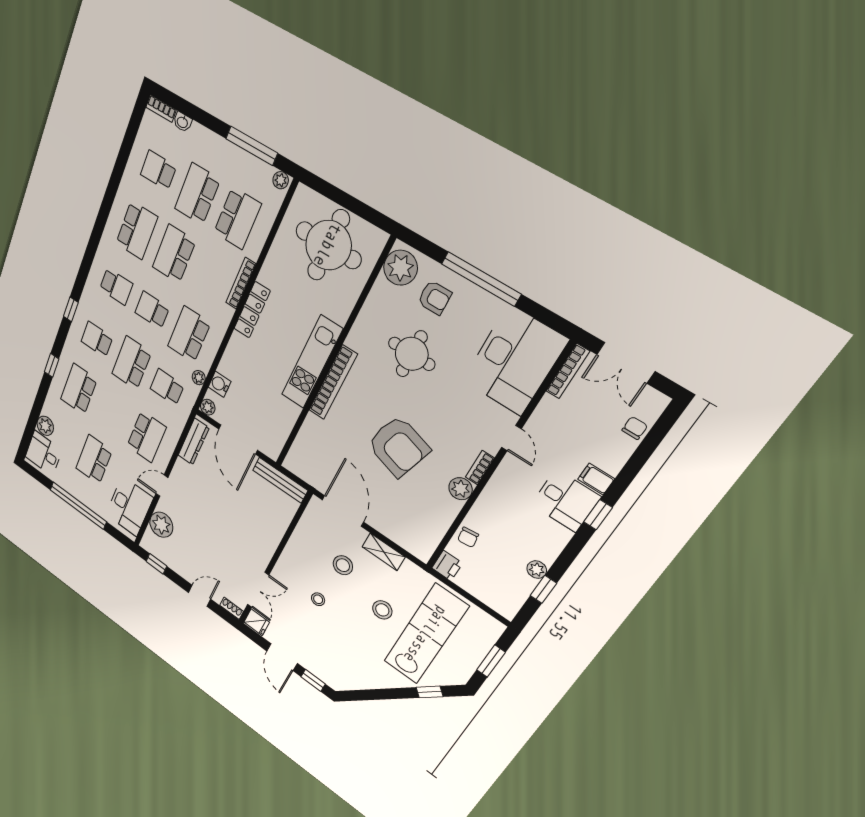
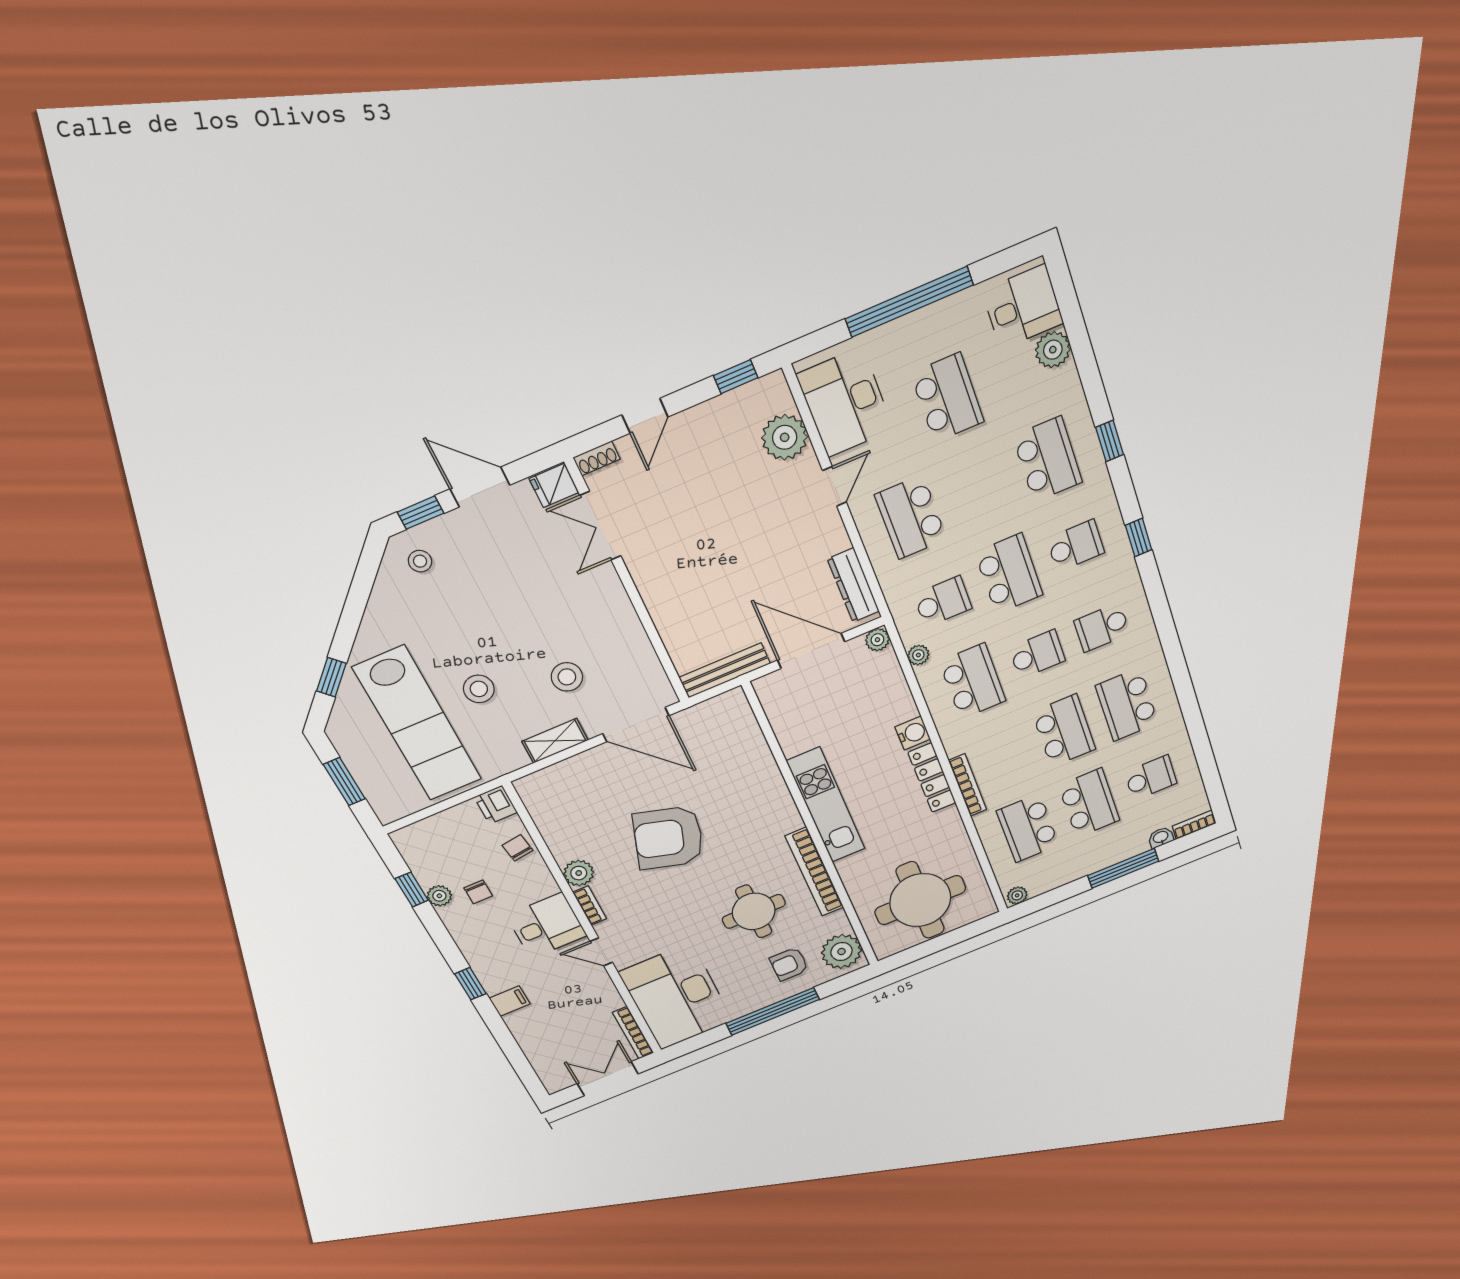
window: (252, 146) -> (1123, 868), moved
bookcase: (333, 382) -> (815, 872), moved
water cooler: (220, 384) -> (913, 733), moved
chair: (635, 428) -> (478, 892), moved
desk: (566, 501) -> (547, 926), moved, turned 180
stool: (318, 599) -> (420, 561), moved

